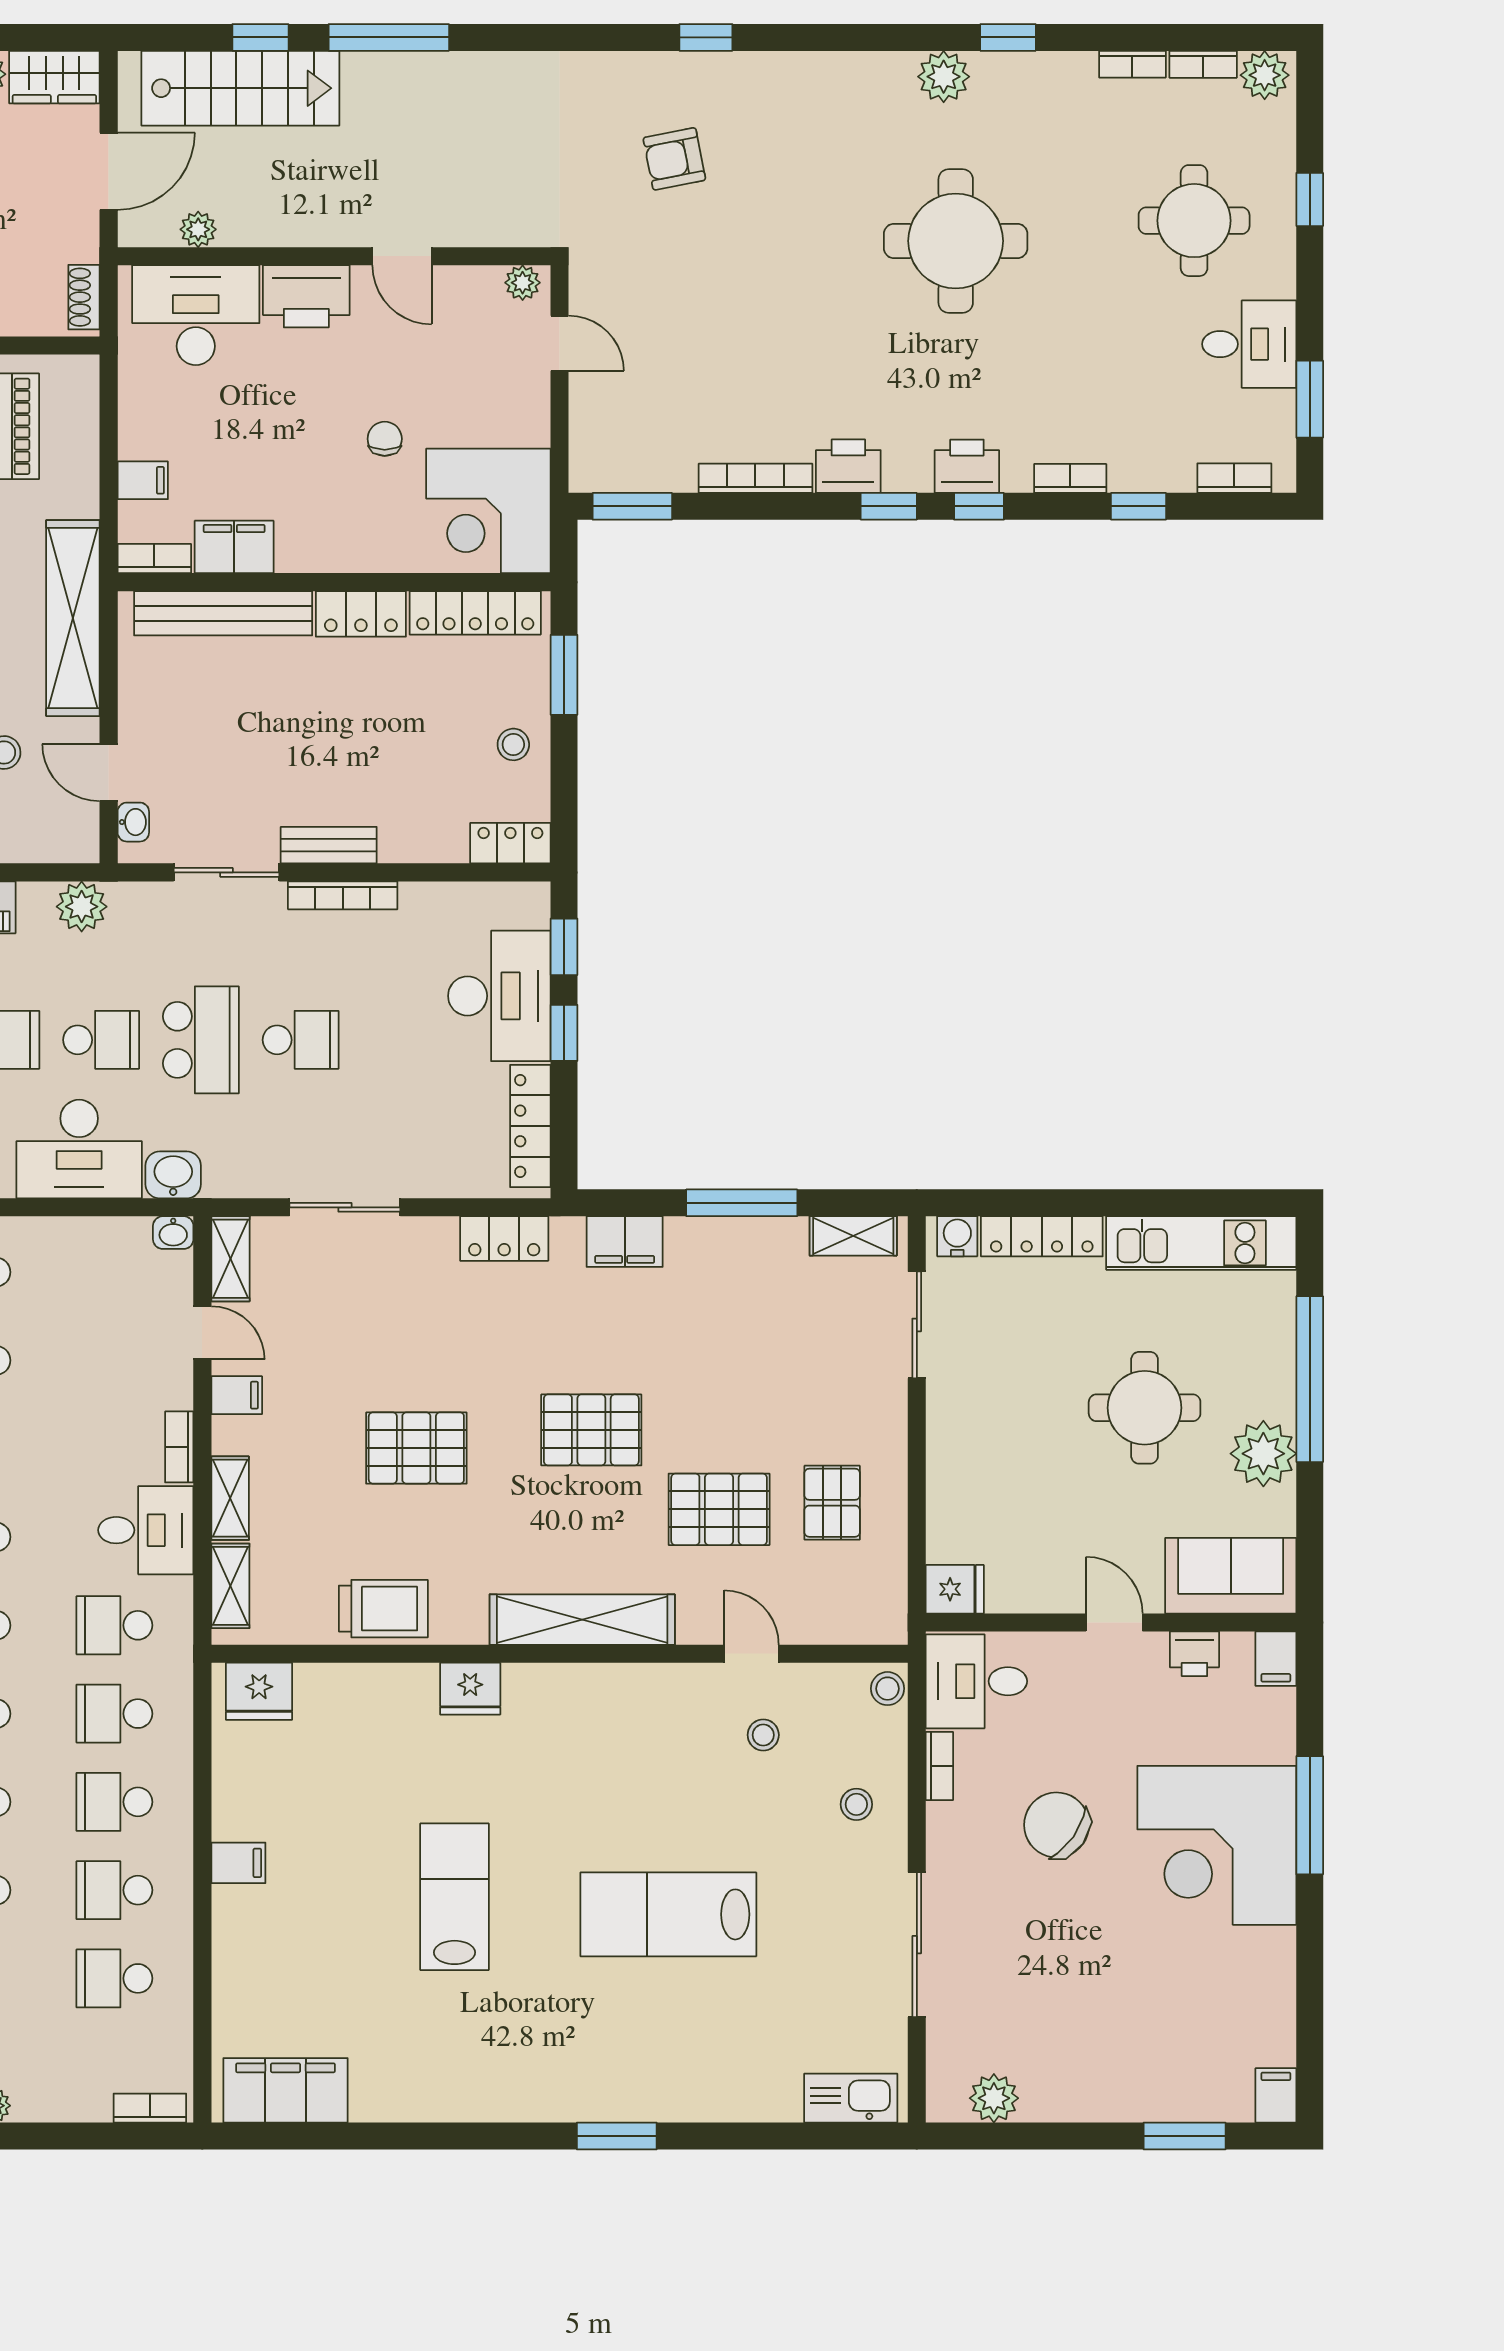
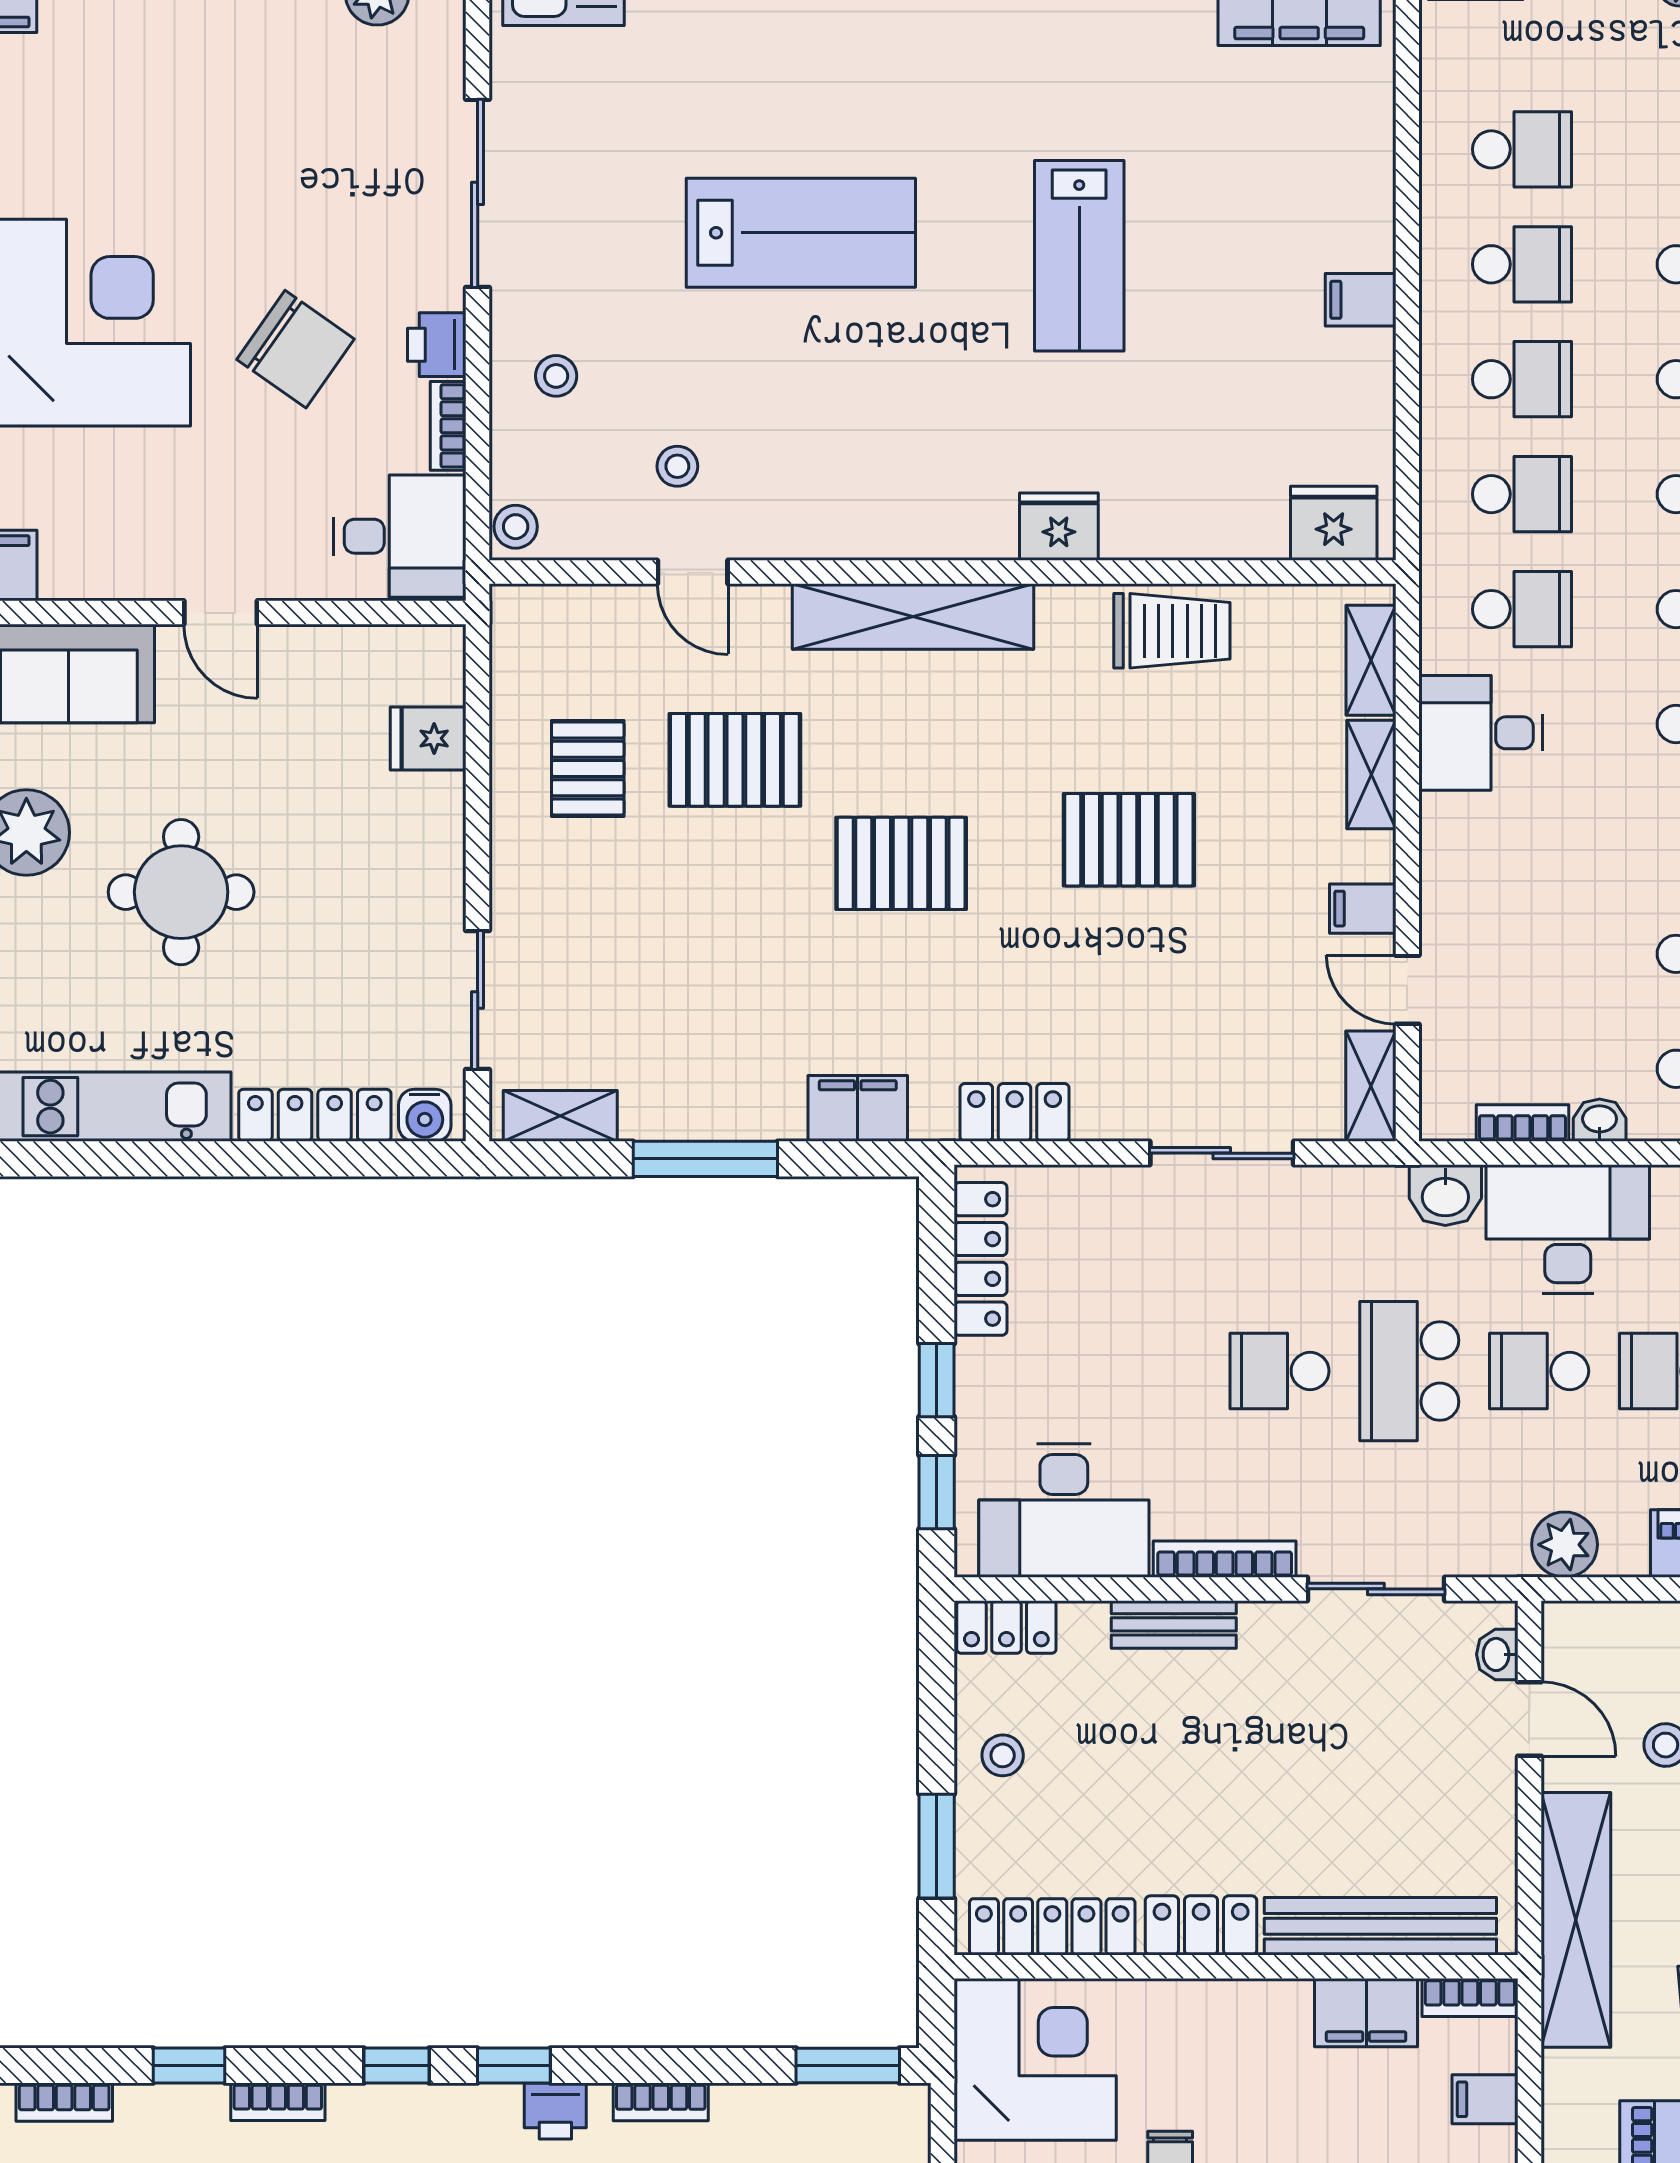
printer: (848, 466) -> (555, 2111), width x0.73, depth x0.81
printer: (967, 466) -> (412, 2118), removed
bookcase: (755, 478) -> (661, 2102), width x0.64
bench: (329, 845) -> (1174, 1624), moved
desk: (499, 996) -> (1064, 1511), moved, turned -90
washbasin: (173, 1233) -> (1600, 1120), moved
bookcase: (179, 1447) -> (1522, 1123), moved, turned -90
fridge: (955, 1589) -> (428, 738), moved
trolley: (383, 1609) -> (1172, 631), turned 180
printer: (1194, 1654) -> (437, 345), moved, turned -90

